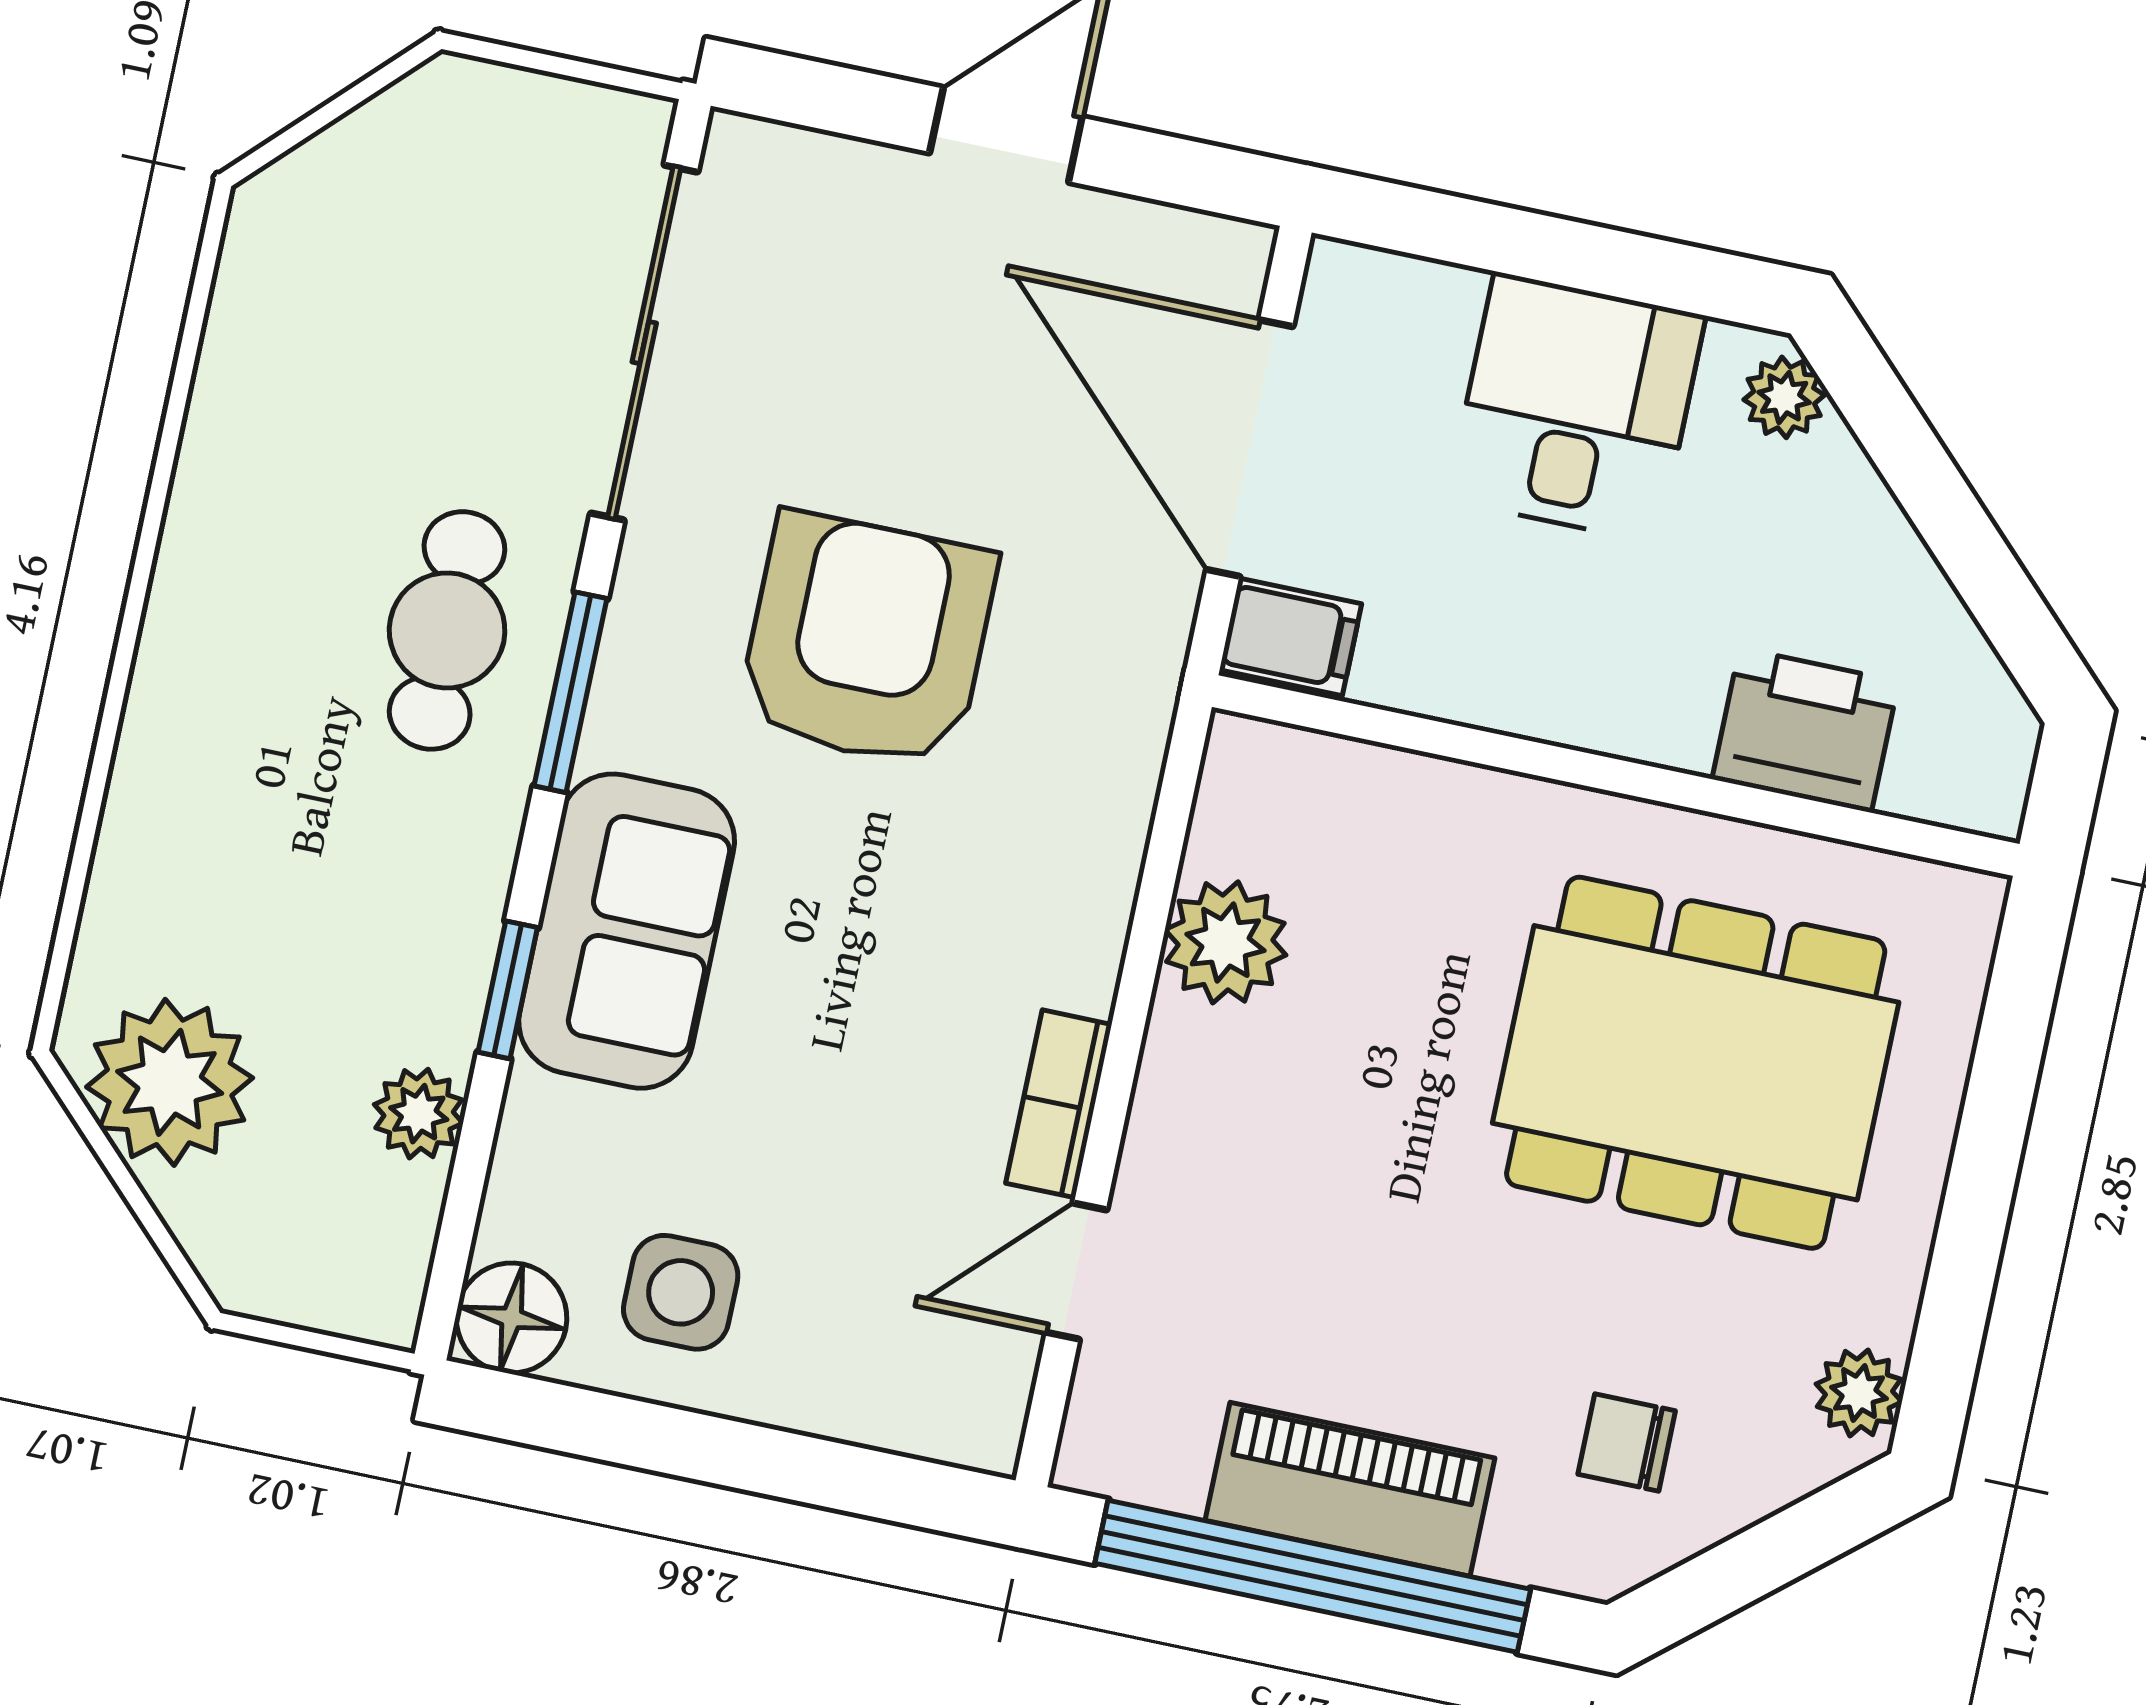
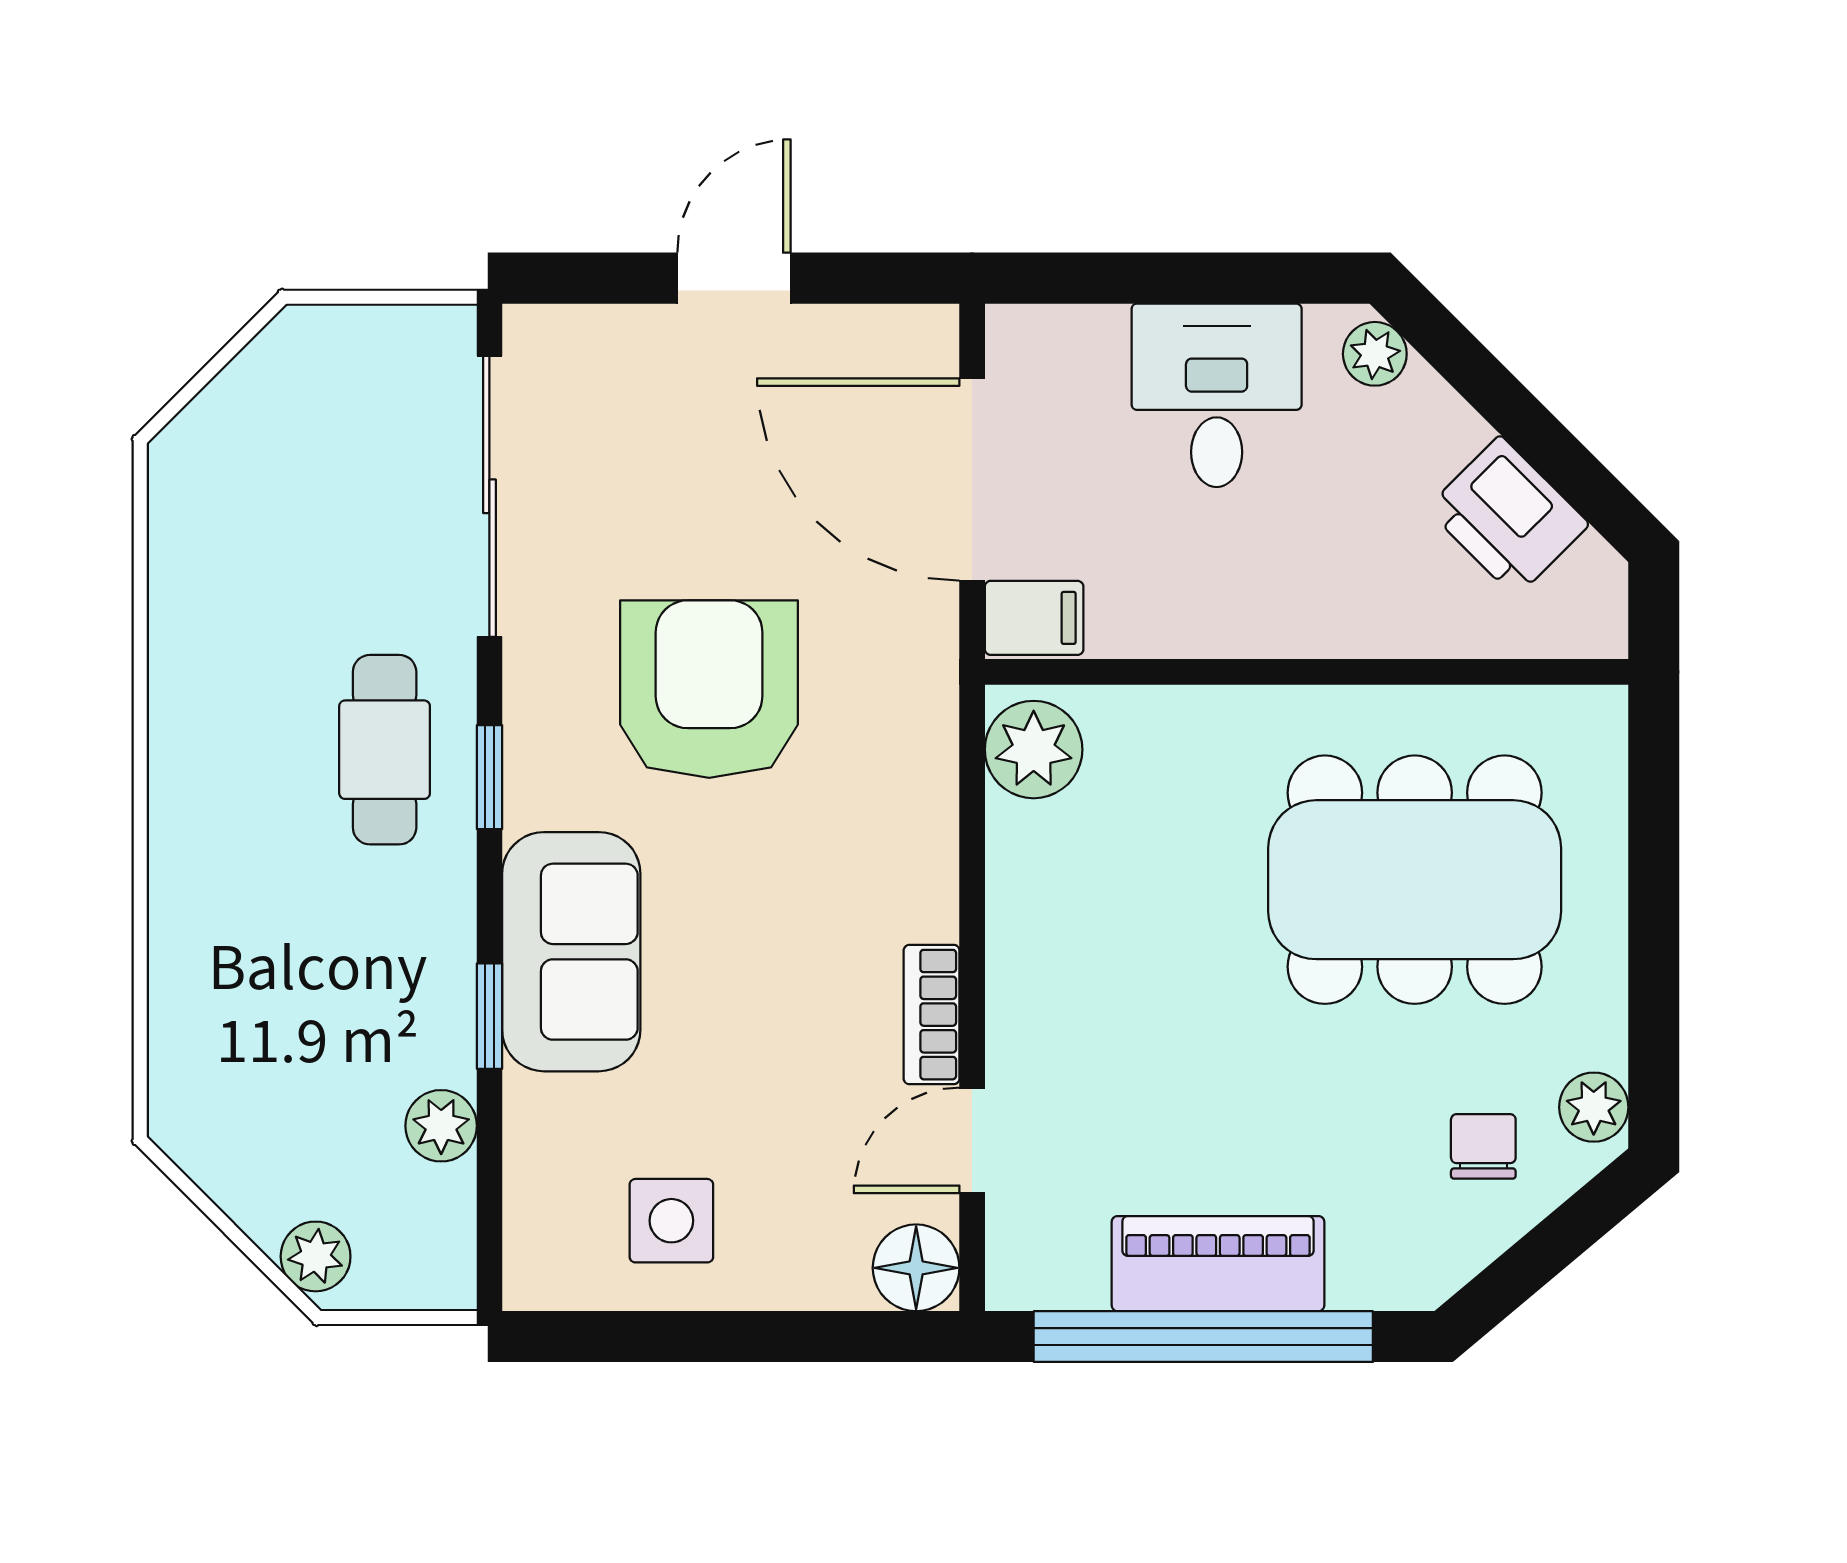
window: (571, 692) -> (489, 777), width x0.67
printer: (1805, 730) -> (1508, 516), moved, turned -135
plant: (1225, 942) -> (1034, 750), moved
plant: (170, 1082) -> (316, 1256), moved, width x0.53, depth x0.53
floor lamp: (512, 1318) -> (916, 1268), moved
chair: (1627, 1442) -> (1483, 1146), moved, turned 90

